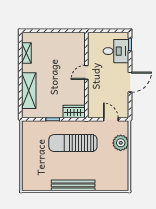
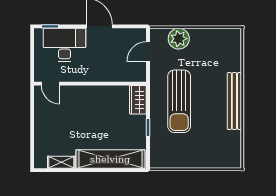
desk: (116, 51) -> (64, 45), width x1.37
door: (86, 72) -> (50, 84), moved
shelving: (29, 91) -> (110, 159), width x1.47

